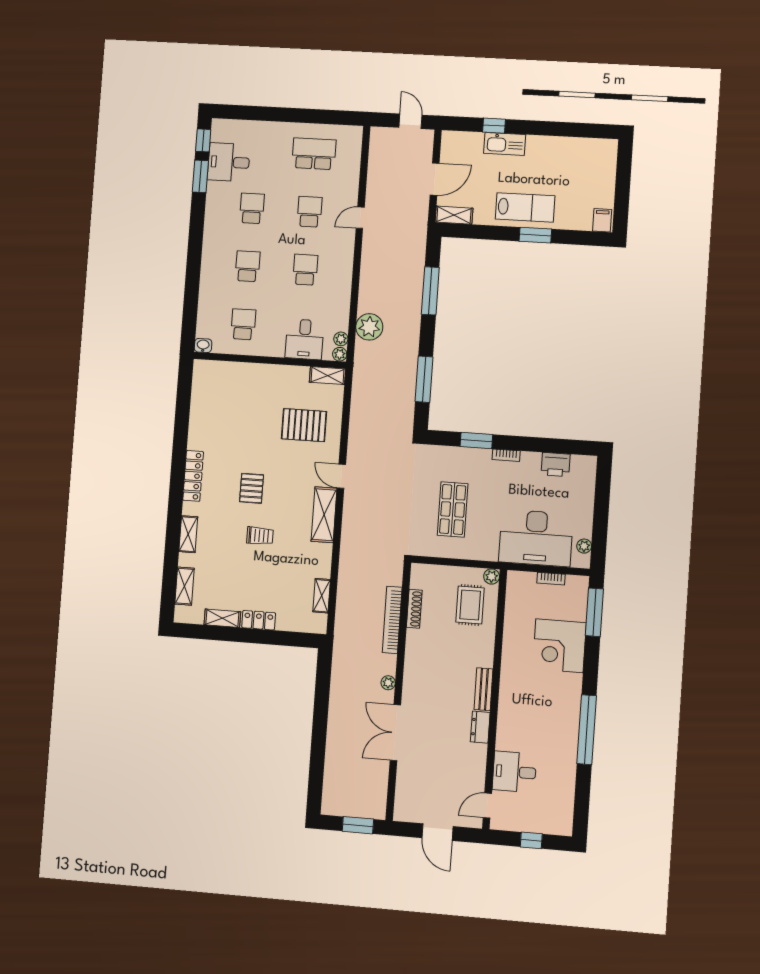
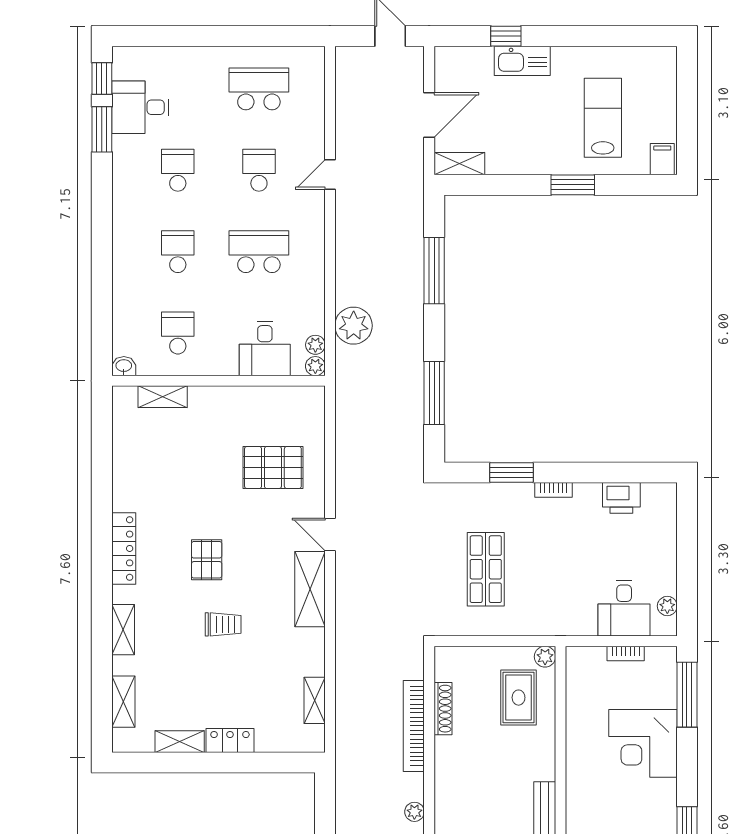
lab bench: (525, 207) -> (603, 118), moved, turned -90
school desk: (305, 270) -> (259, 252), width x1.85
shelving: (327, 376) -> (163, 397), moved
desk: (536, 538) -> (624, 608), width x0.53, depth x0.77

